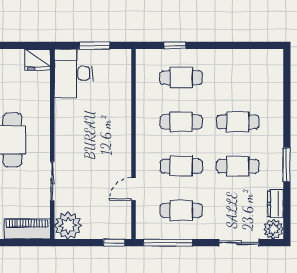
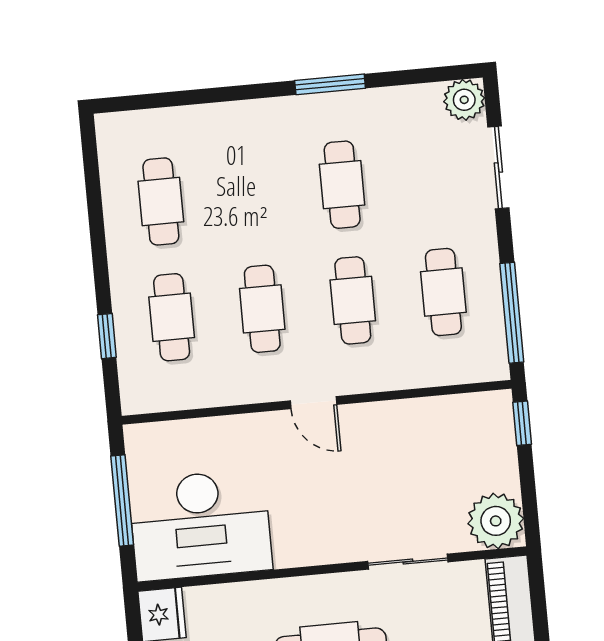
window: (95, 45) -> (122, 501), width x1.44
desk: (73, 73) -> (200, 525), width x1.36, depth x1.30
cafe table: (238, 122) -> (161, 201), moved
door: (133, 189) -> (314, 403), moved
dresser: (275, 204) -> (412, 100), removed

